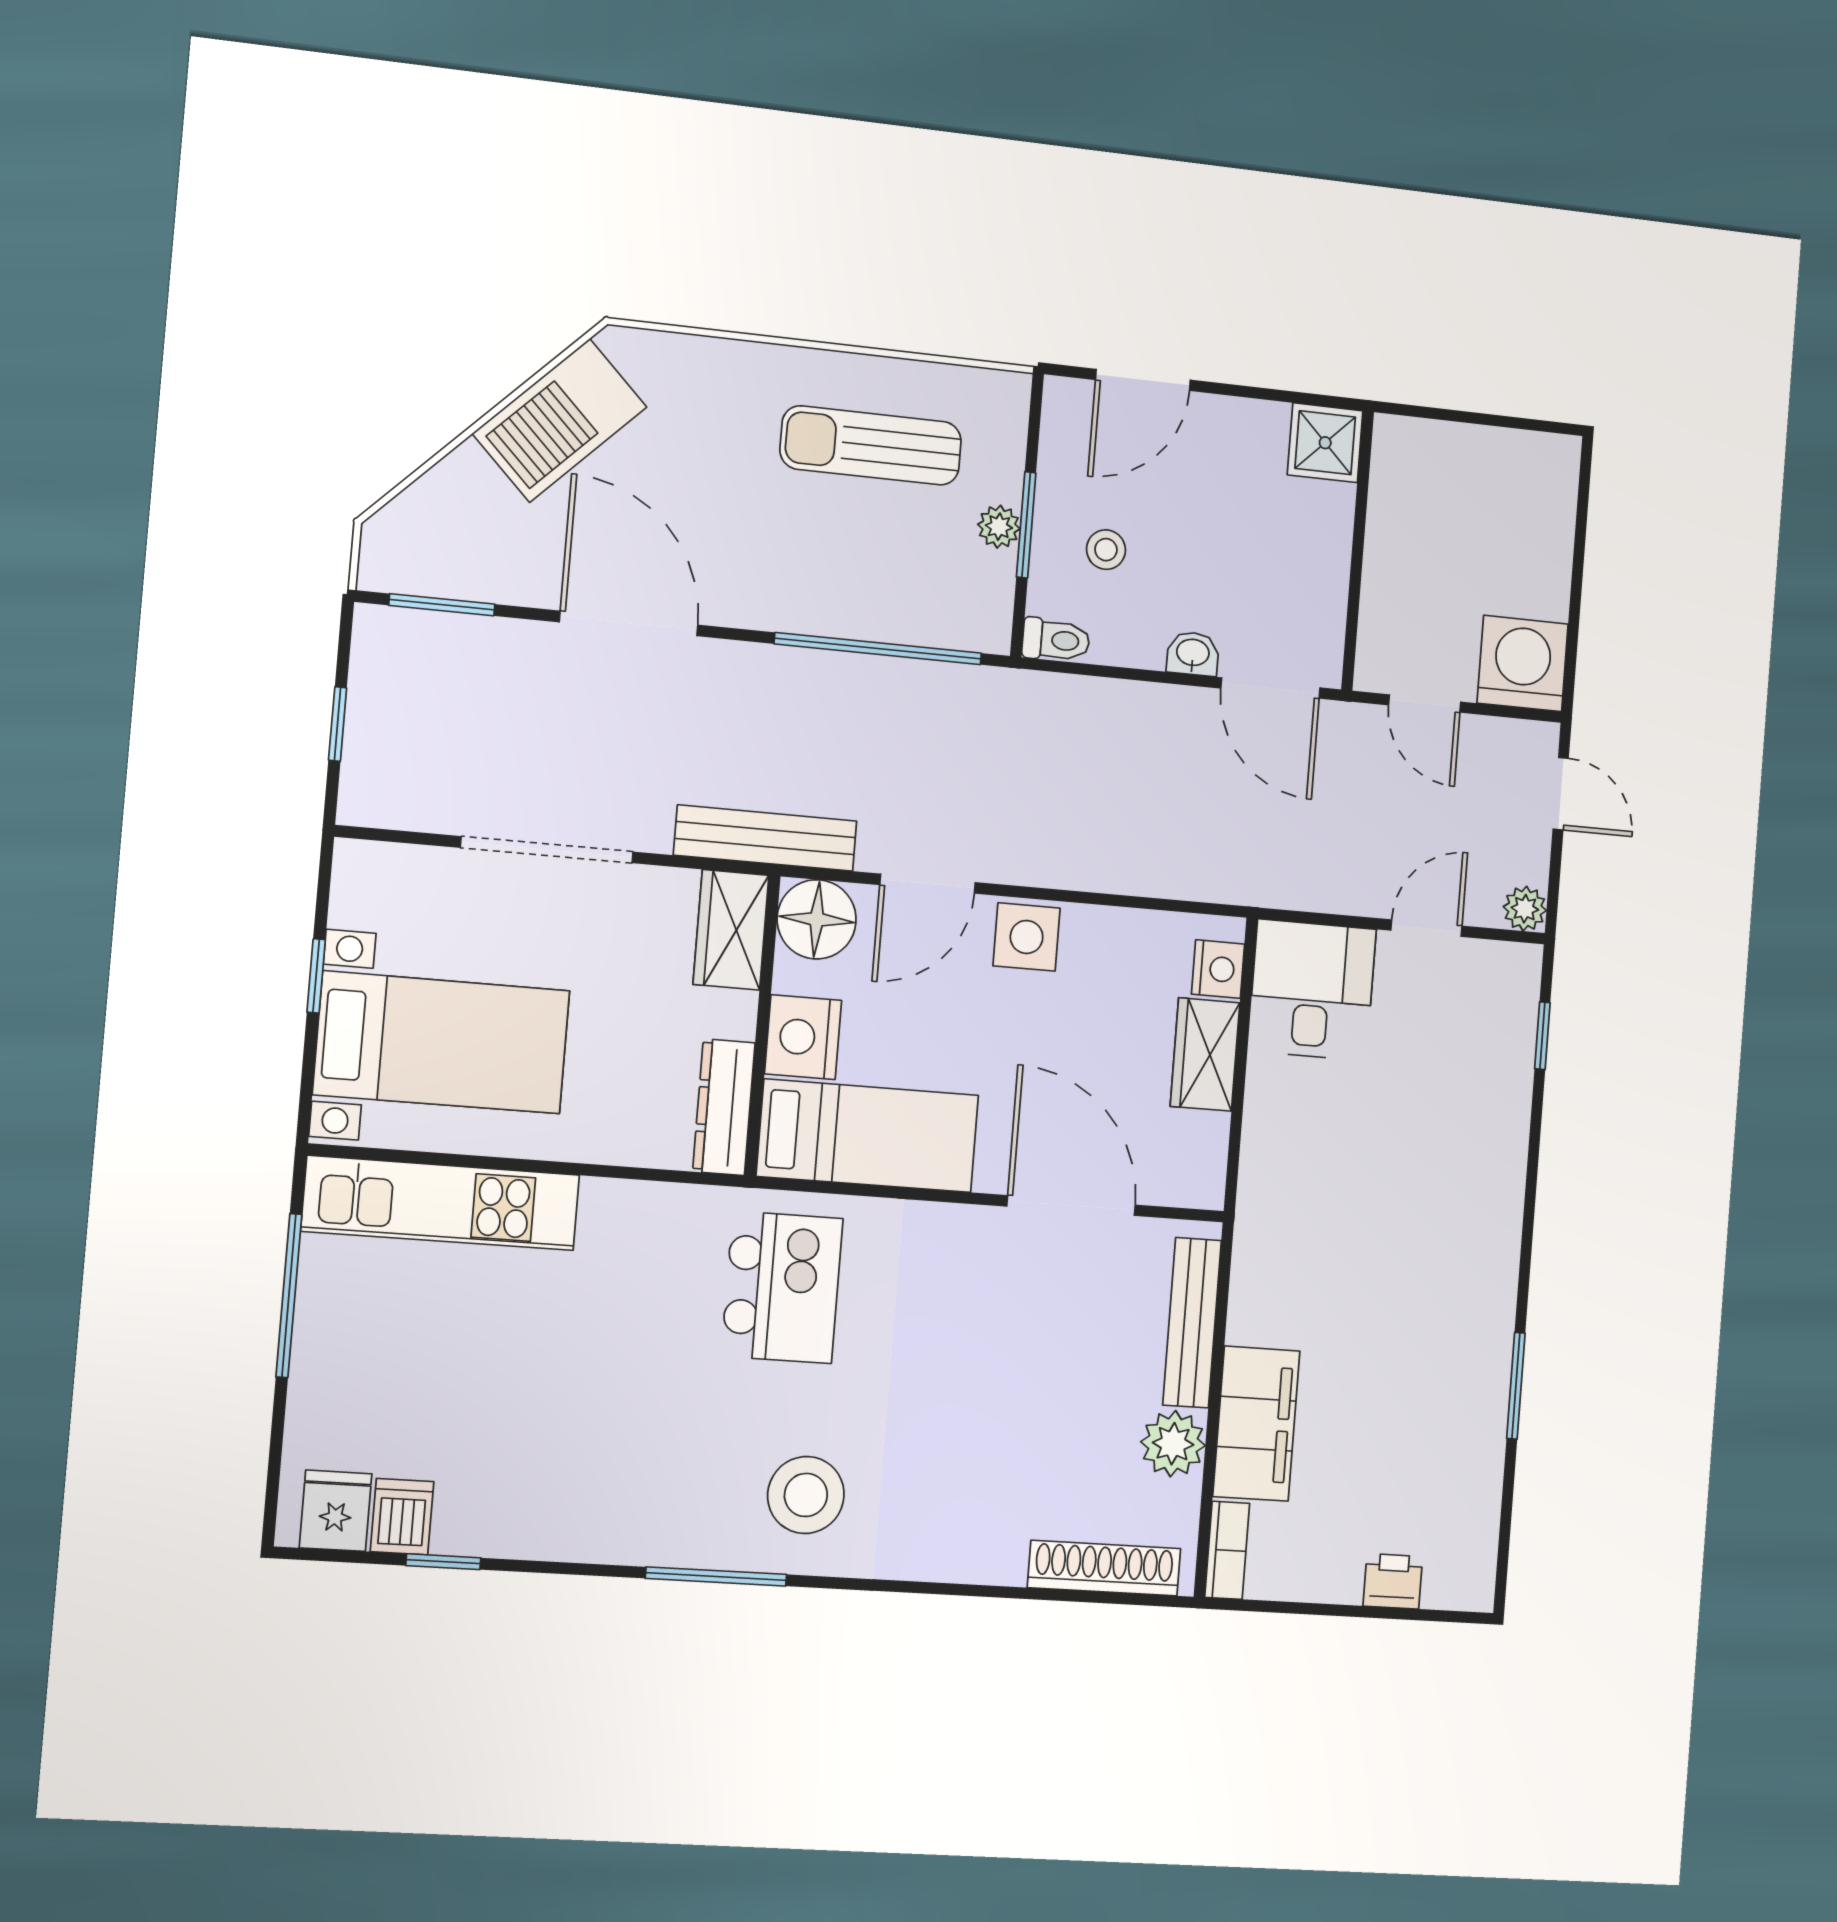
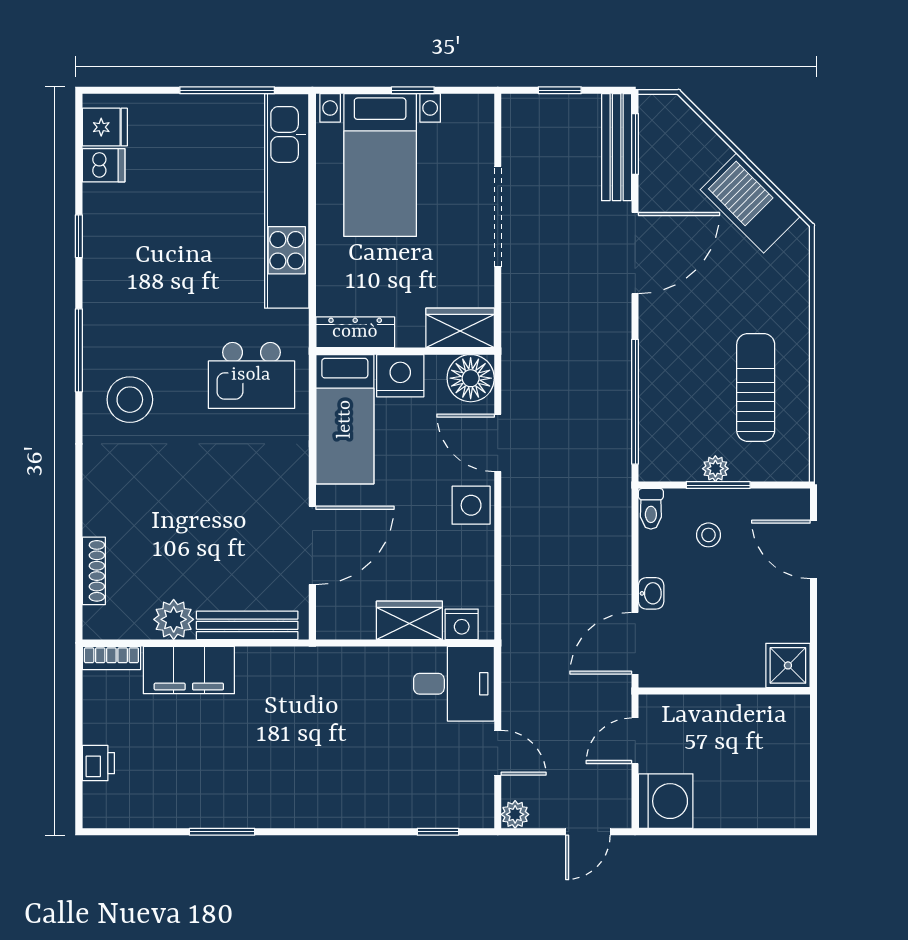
bench: (765, 838) -> (617, 147), moved
kitchen unit: (441, 1203) -> (287, 201), width x1.36
window: (443, 1562) -> (79, 236), moved
shoe rack: (1104, 1568) -> (94, 571), width x0.74, depth x0.81

